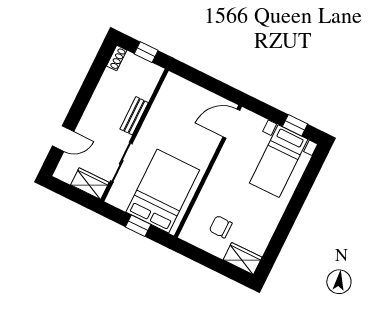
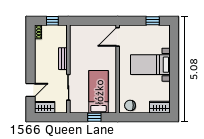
bed with nightstands: (279, 161) -> (150, 65), moved, turned 90
wardrobe: (90, 184) -> (45, 107), moved
bed: (163, 191) -> (99, 92), width x0.67
chair: (221, 227) -> (130, 105), moved

